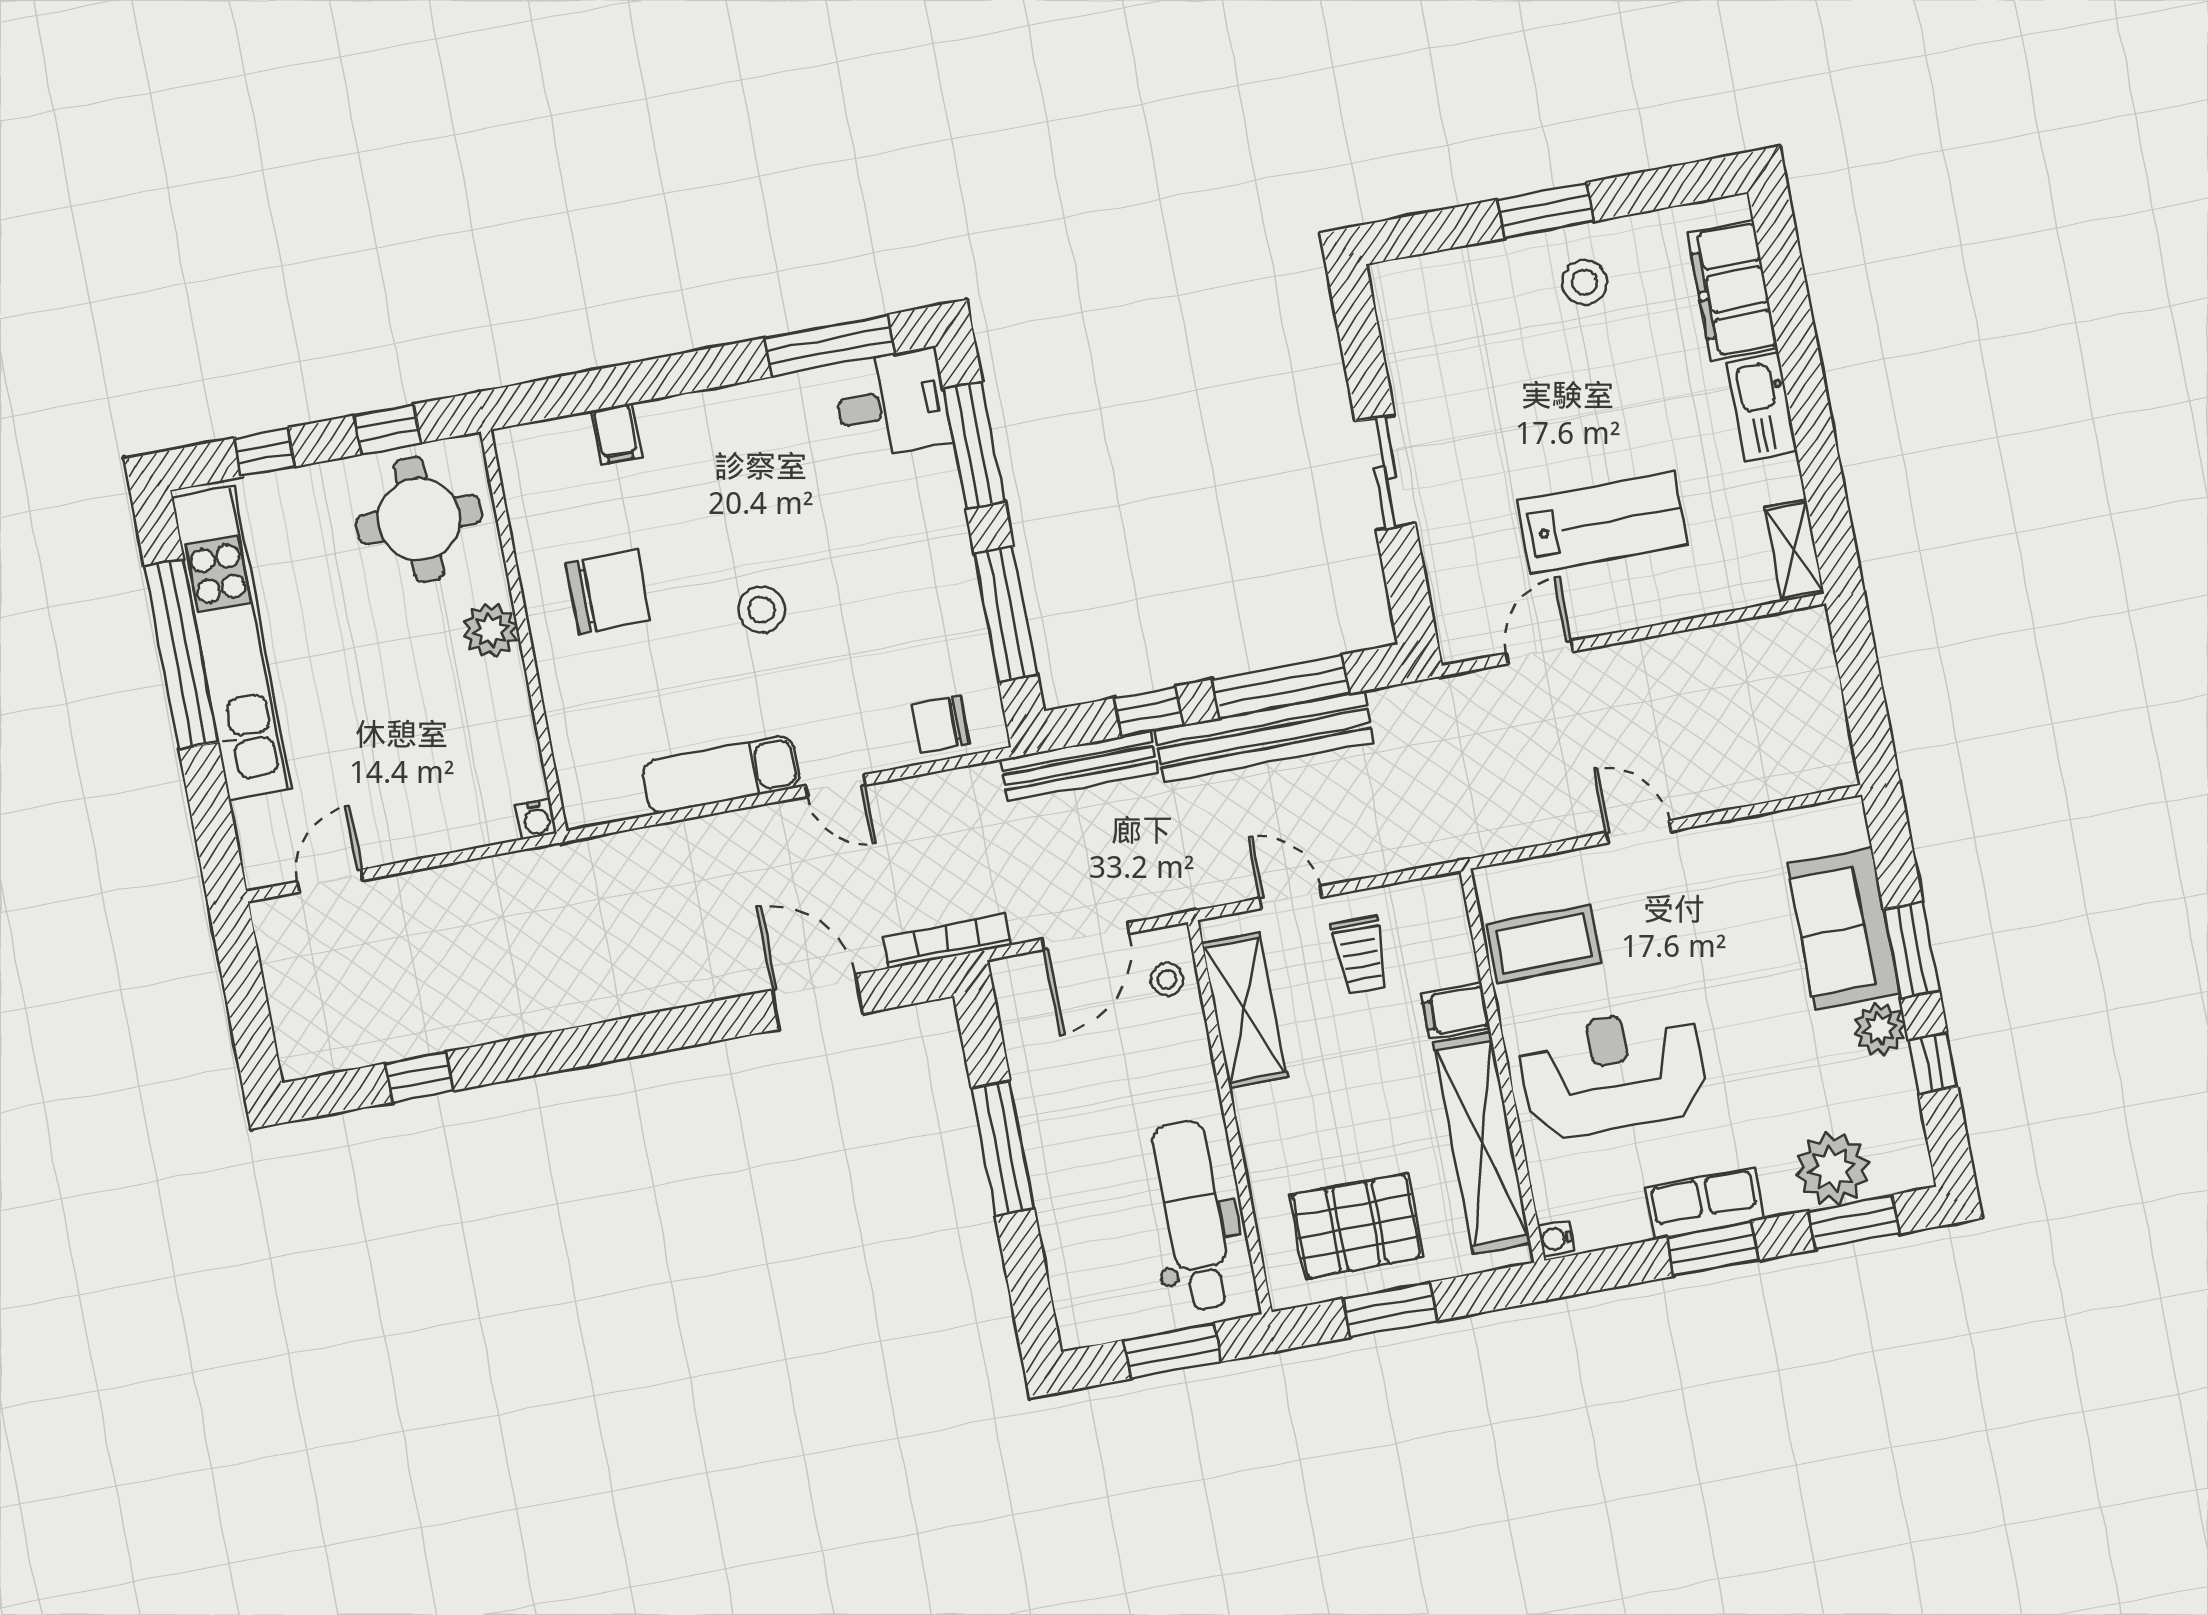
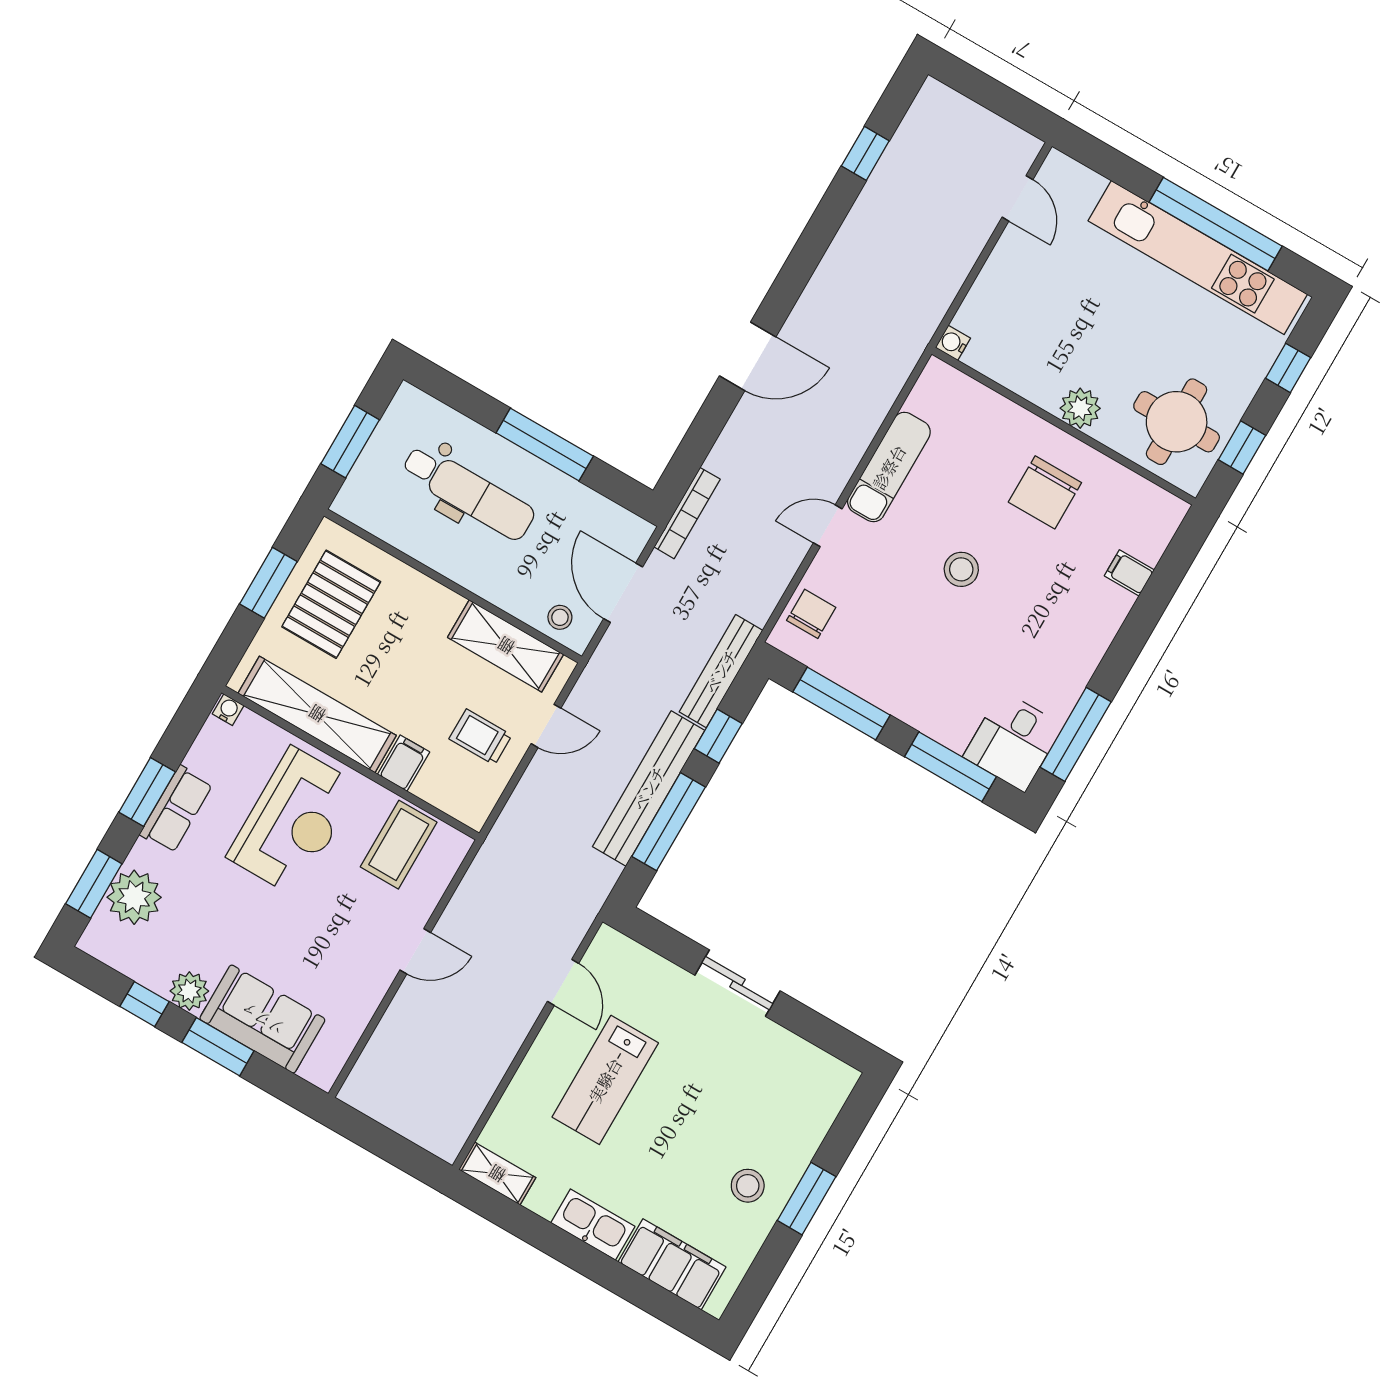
door: (817, 1002) -> (748, 356), moved
dental chair: (1193, 1216) -> (468, 492), moved

